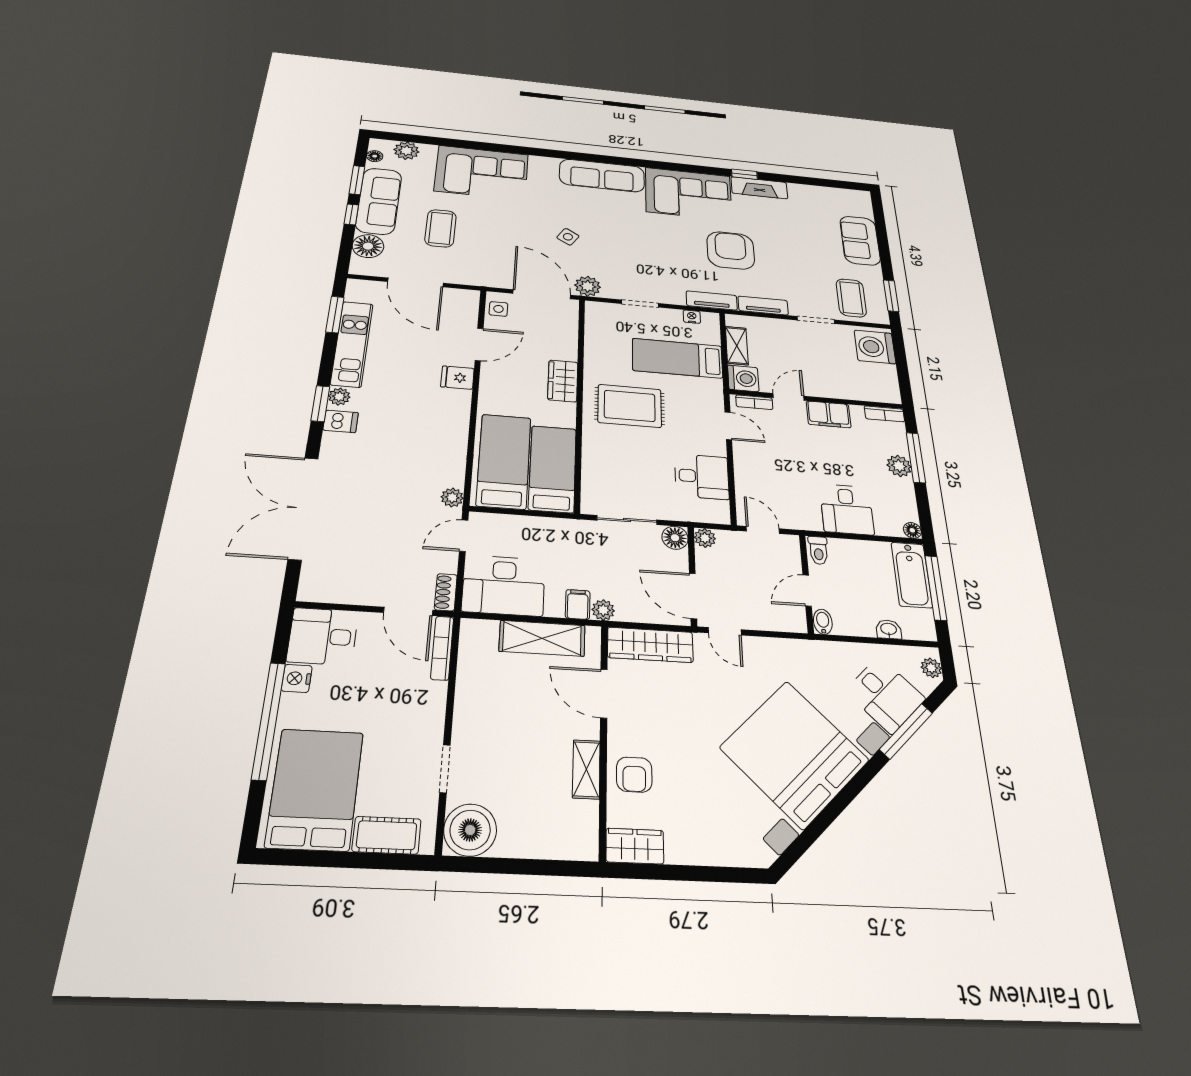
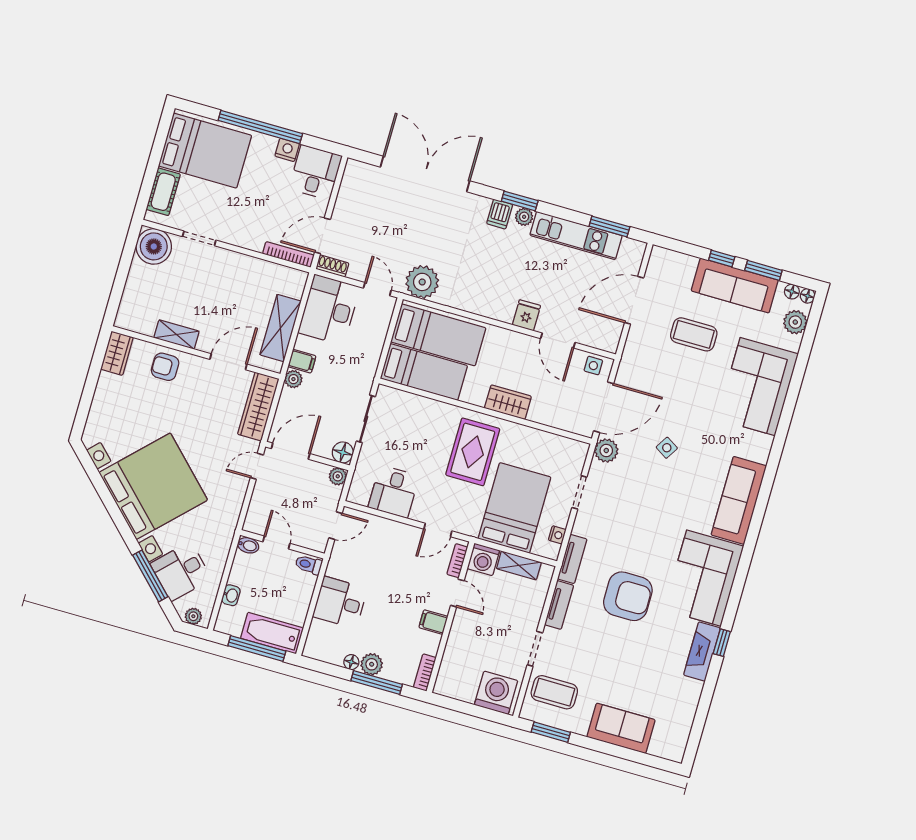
floor lamp: (368, 246) -> (808, 296), moved, width x0.53, depth x0.53
bed: (677, 358) -> (514, 508), width x1.50
filing cabinet: (829, 414) -> (433, 622), width x0.50
plant: (452, 497) -> (422, 282), width x1.87, depth x1.87
floor lamp: (912, 530) -> (351, 662), moved

